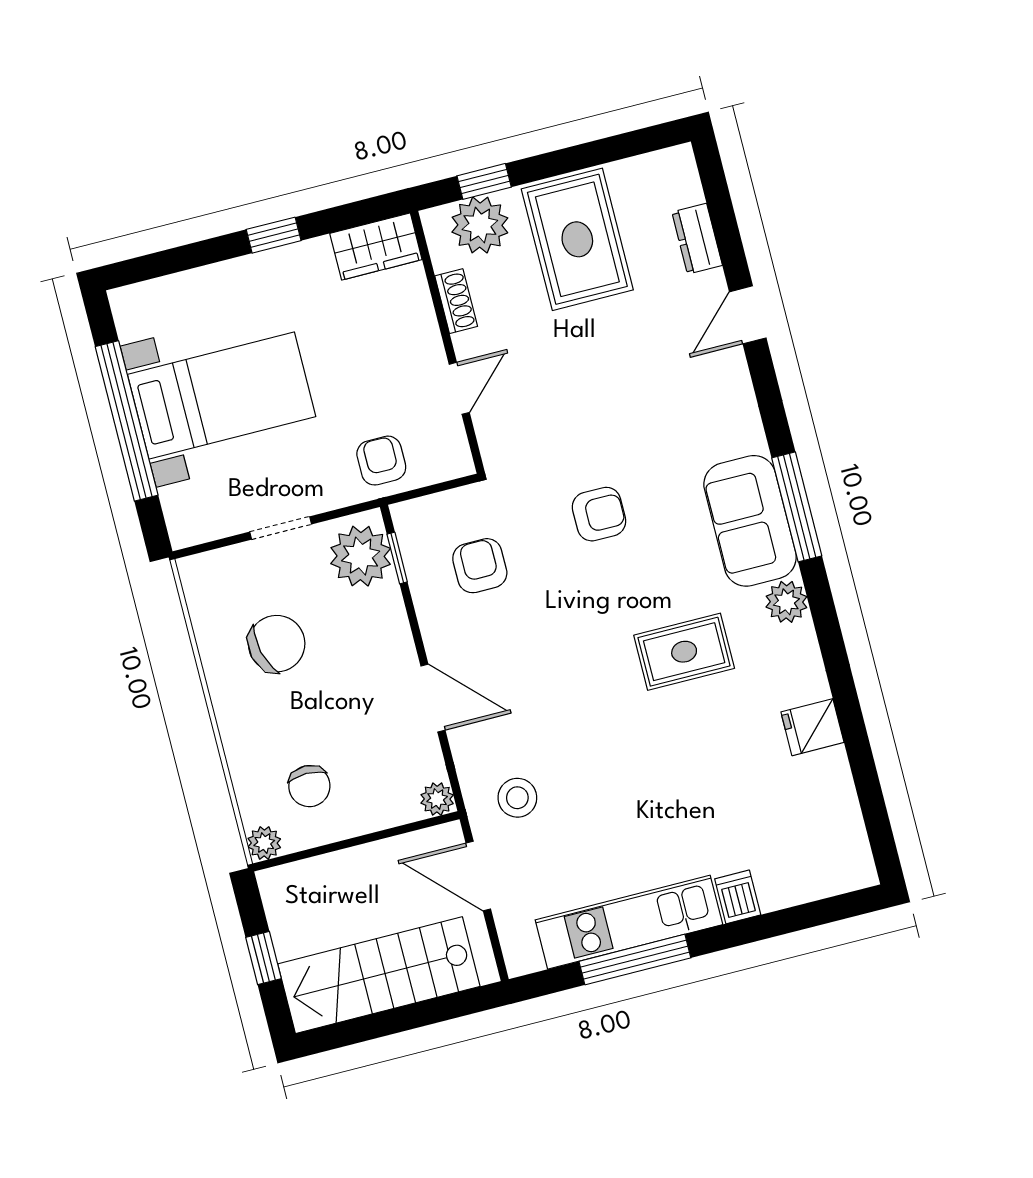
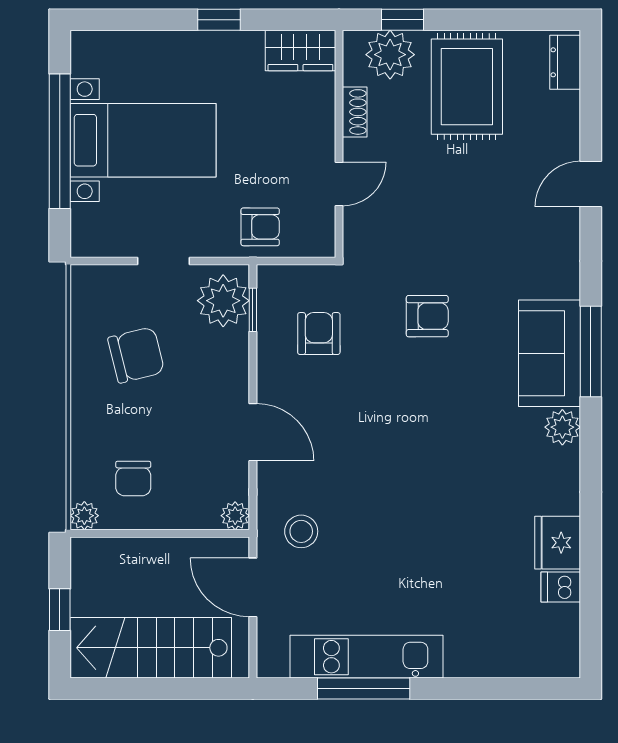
dresser: (697, 239) -> (565, 62), moved
armchair: (381, 461) -> (260, 227), turned 90
rug: (684, 652) -> (468, 447), removed
fridge: (812, 727) -> (558, 543), width x1.38
dishwasher: (738, 897) -> (561, 587), moved, turned -90

